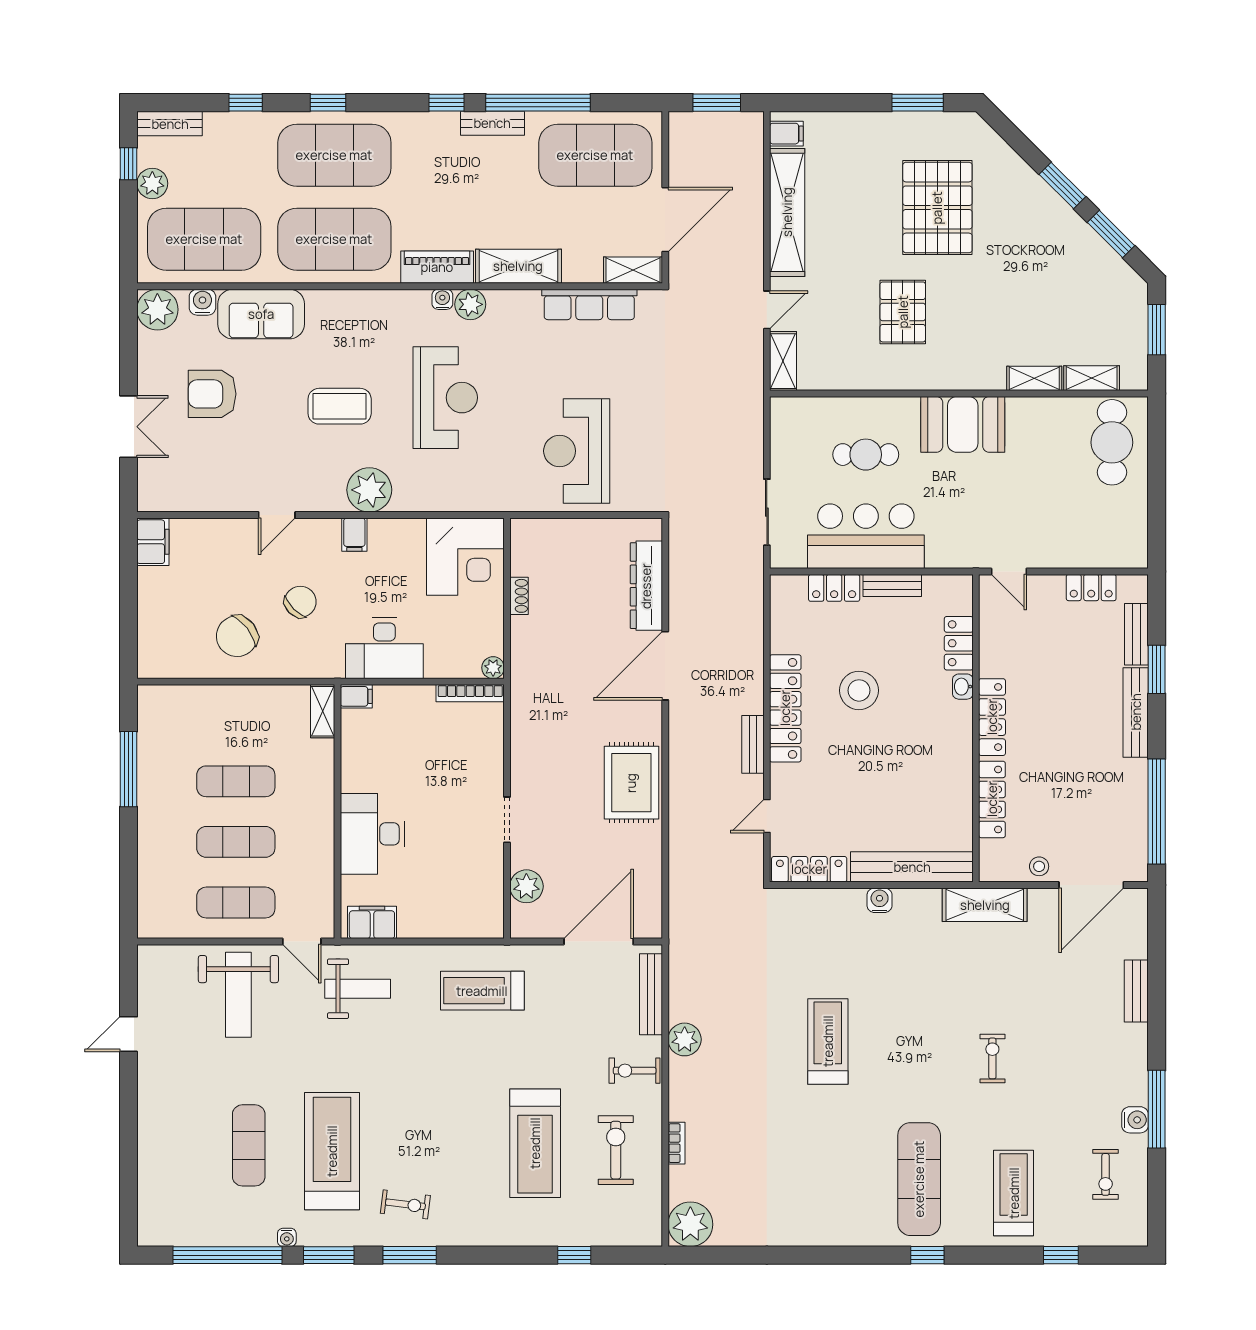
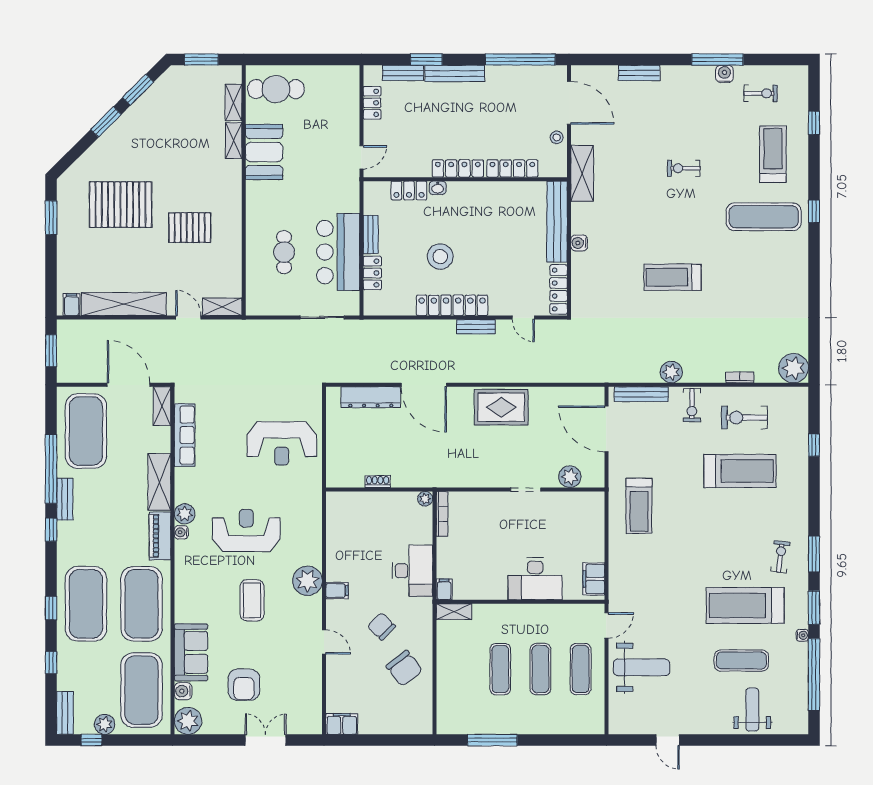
booth: (963, 424) -> (264, 152), moved
corner desk: (465, 557) -> (352, 517), removed
weight bench: (358, 989) -> (752, 710), moved
treadmill: (1014, 1193) -> (773, 154), turned 90

